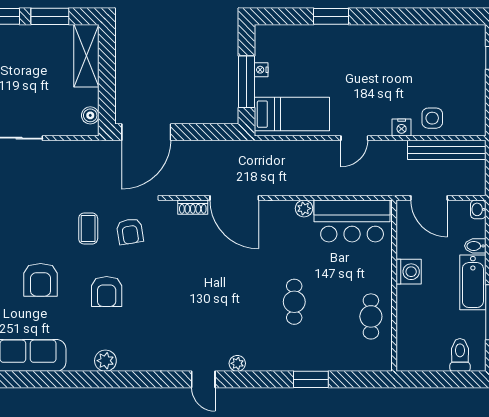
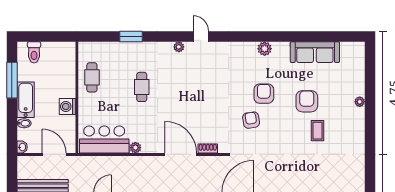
coffee table: (88, 229) -> (318, 131), moved
armchair: (130, 231) -> (251, 120), moved

